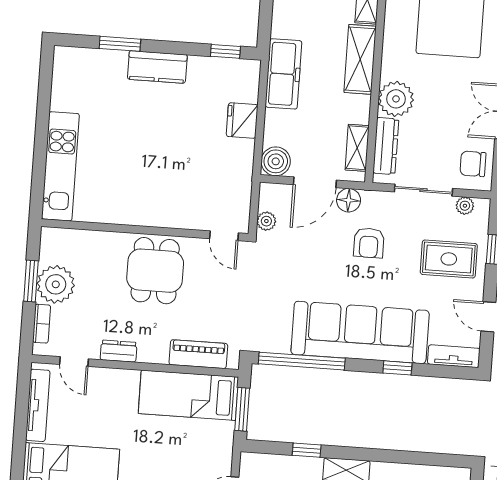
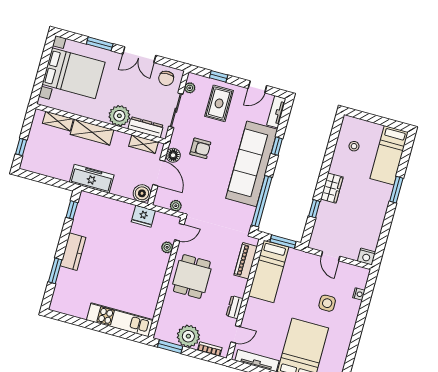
fridge: (242, 121) -> (143, 216), moved
plant: (195, 220) -> (167, 247), added
dining table: (155, 271) -> (192, 276), turned 90
window: (31, 281) -> (170, 347), moved

